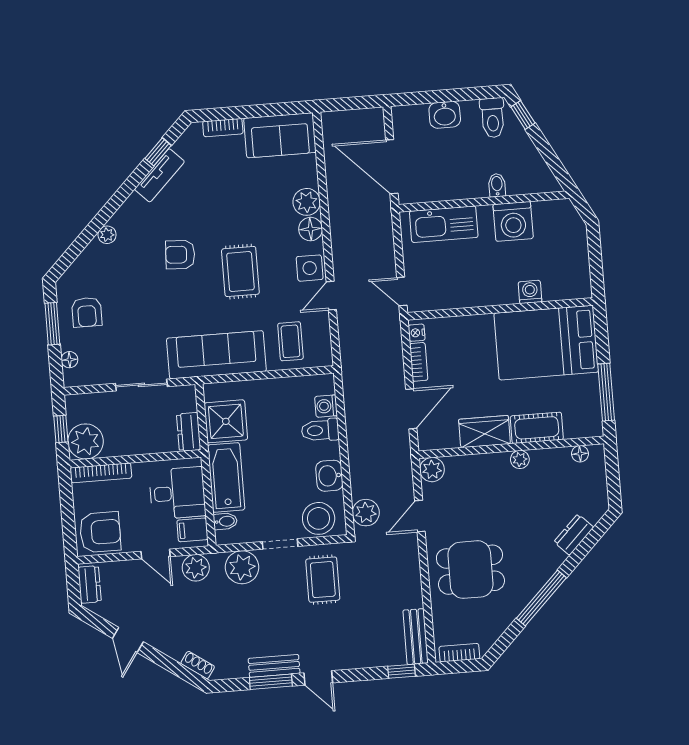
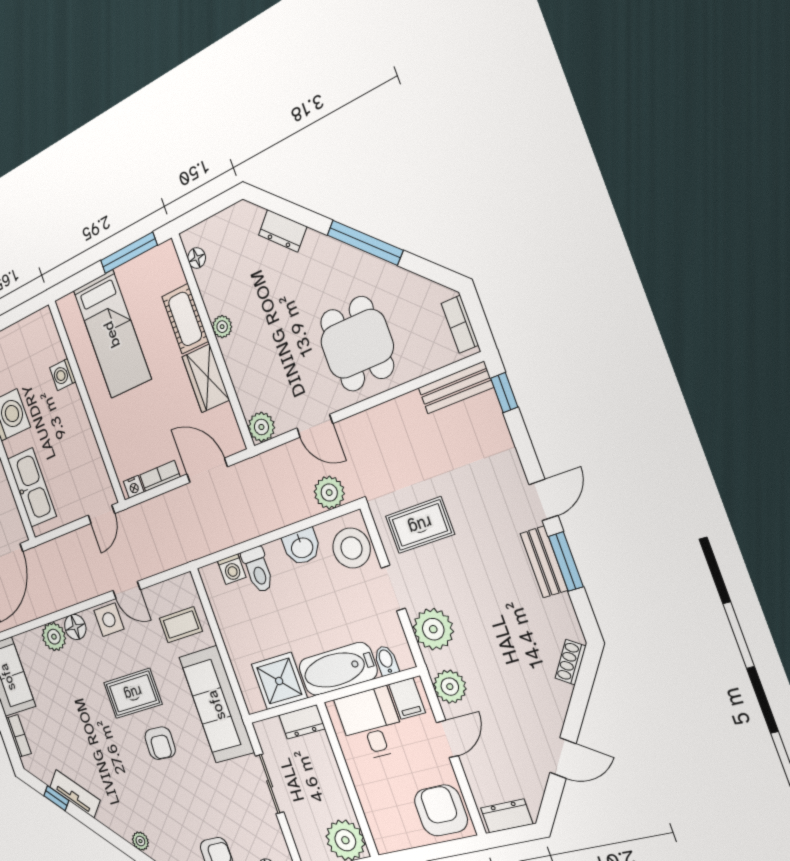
armchair: (180, 255) -> (160, 743), moved
bed: (546, 343) -> (112, 334), width x0.67
bookcase: (101, 473) -> (374, 818), removed

